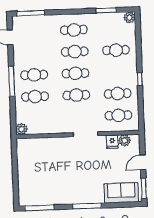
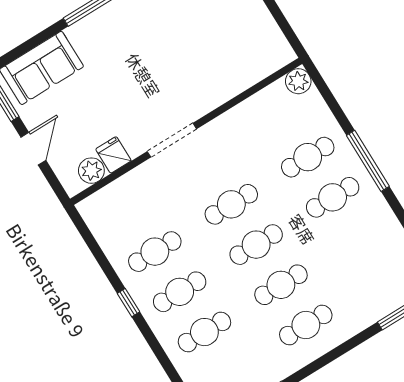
cafe table: (118, 115) -> (180, 292), moved

